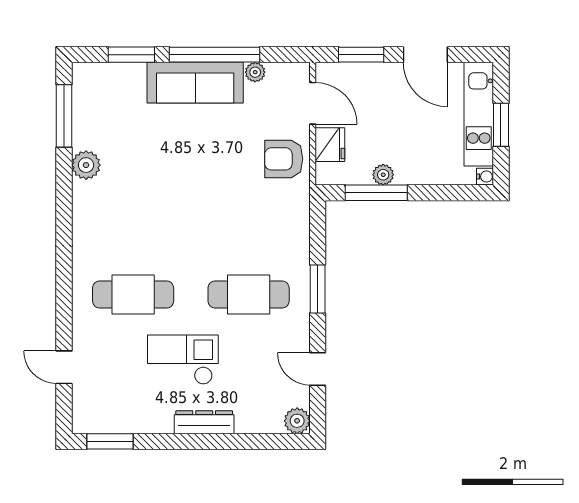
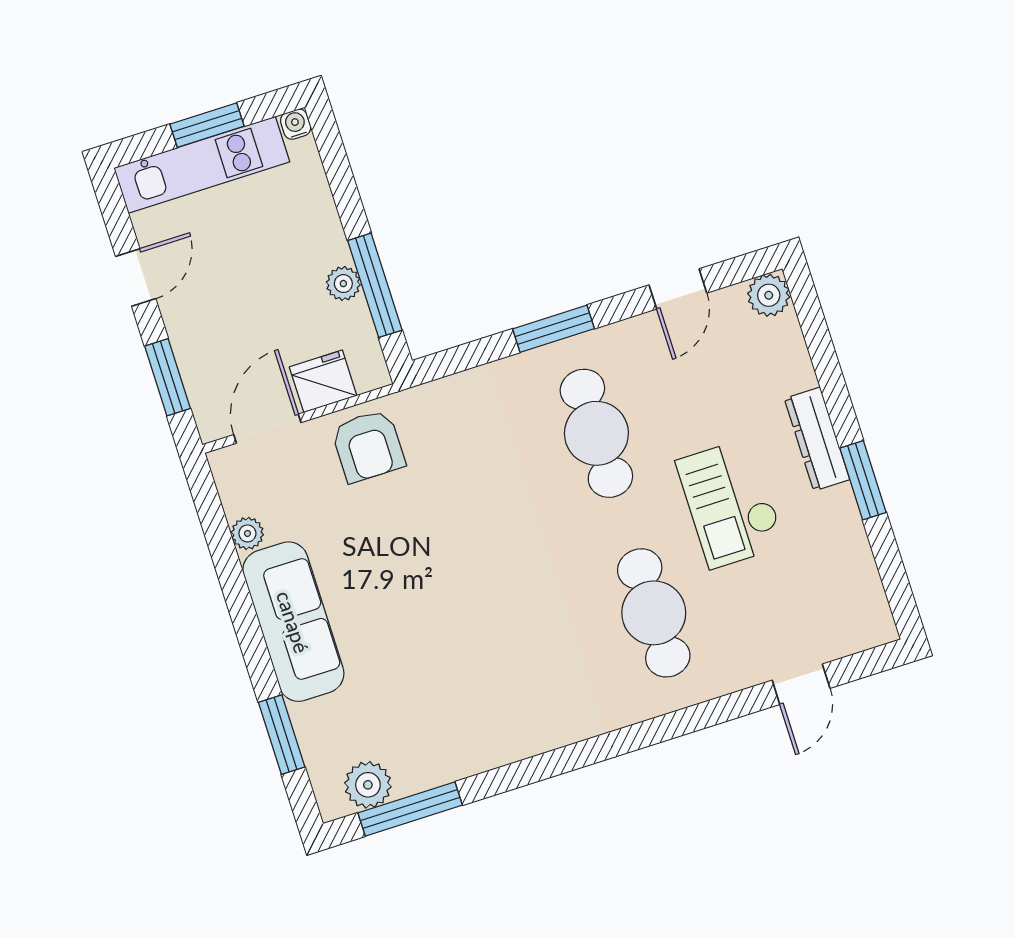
window: (215, 55) -> (240, 605), removed
door: (425, 55) -> (136, 278), width x0.73
plant: (86, 165) -> (368, 785), moved
window: (110, 441) -> (863, 480), moved

